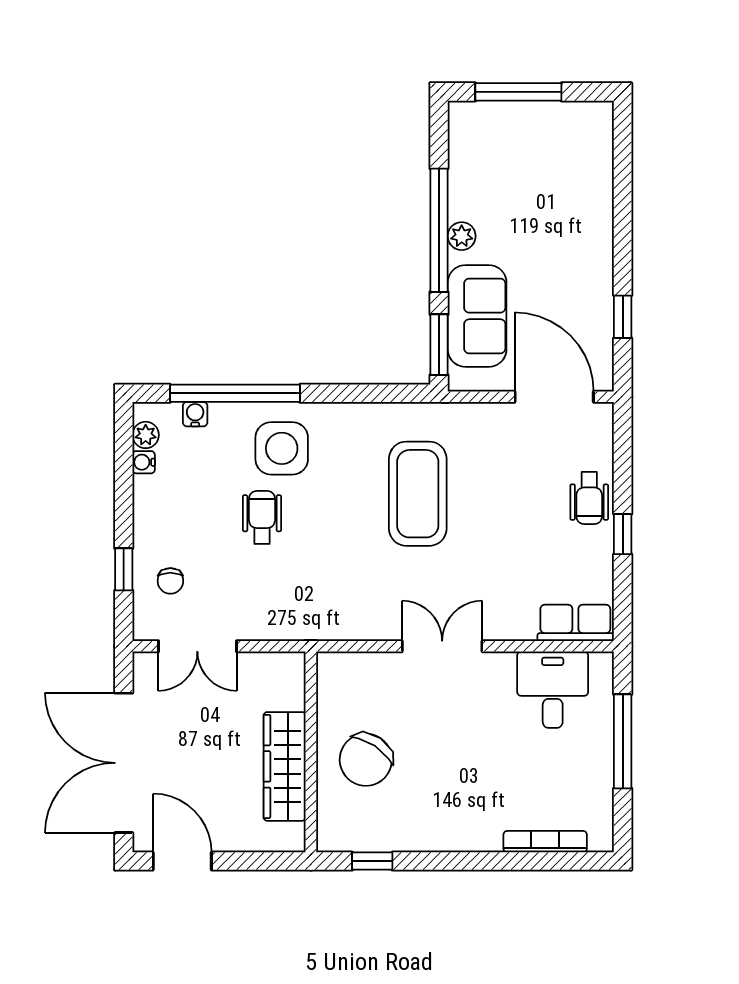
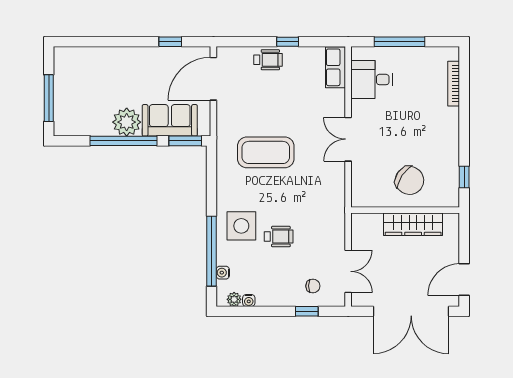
plant: (462, 236) -> (127, 122), width x1.88, depth x1.88
wheelchair: (262, 517) -> (279, 237), turned 180

